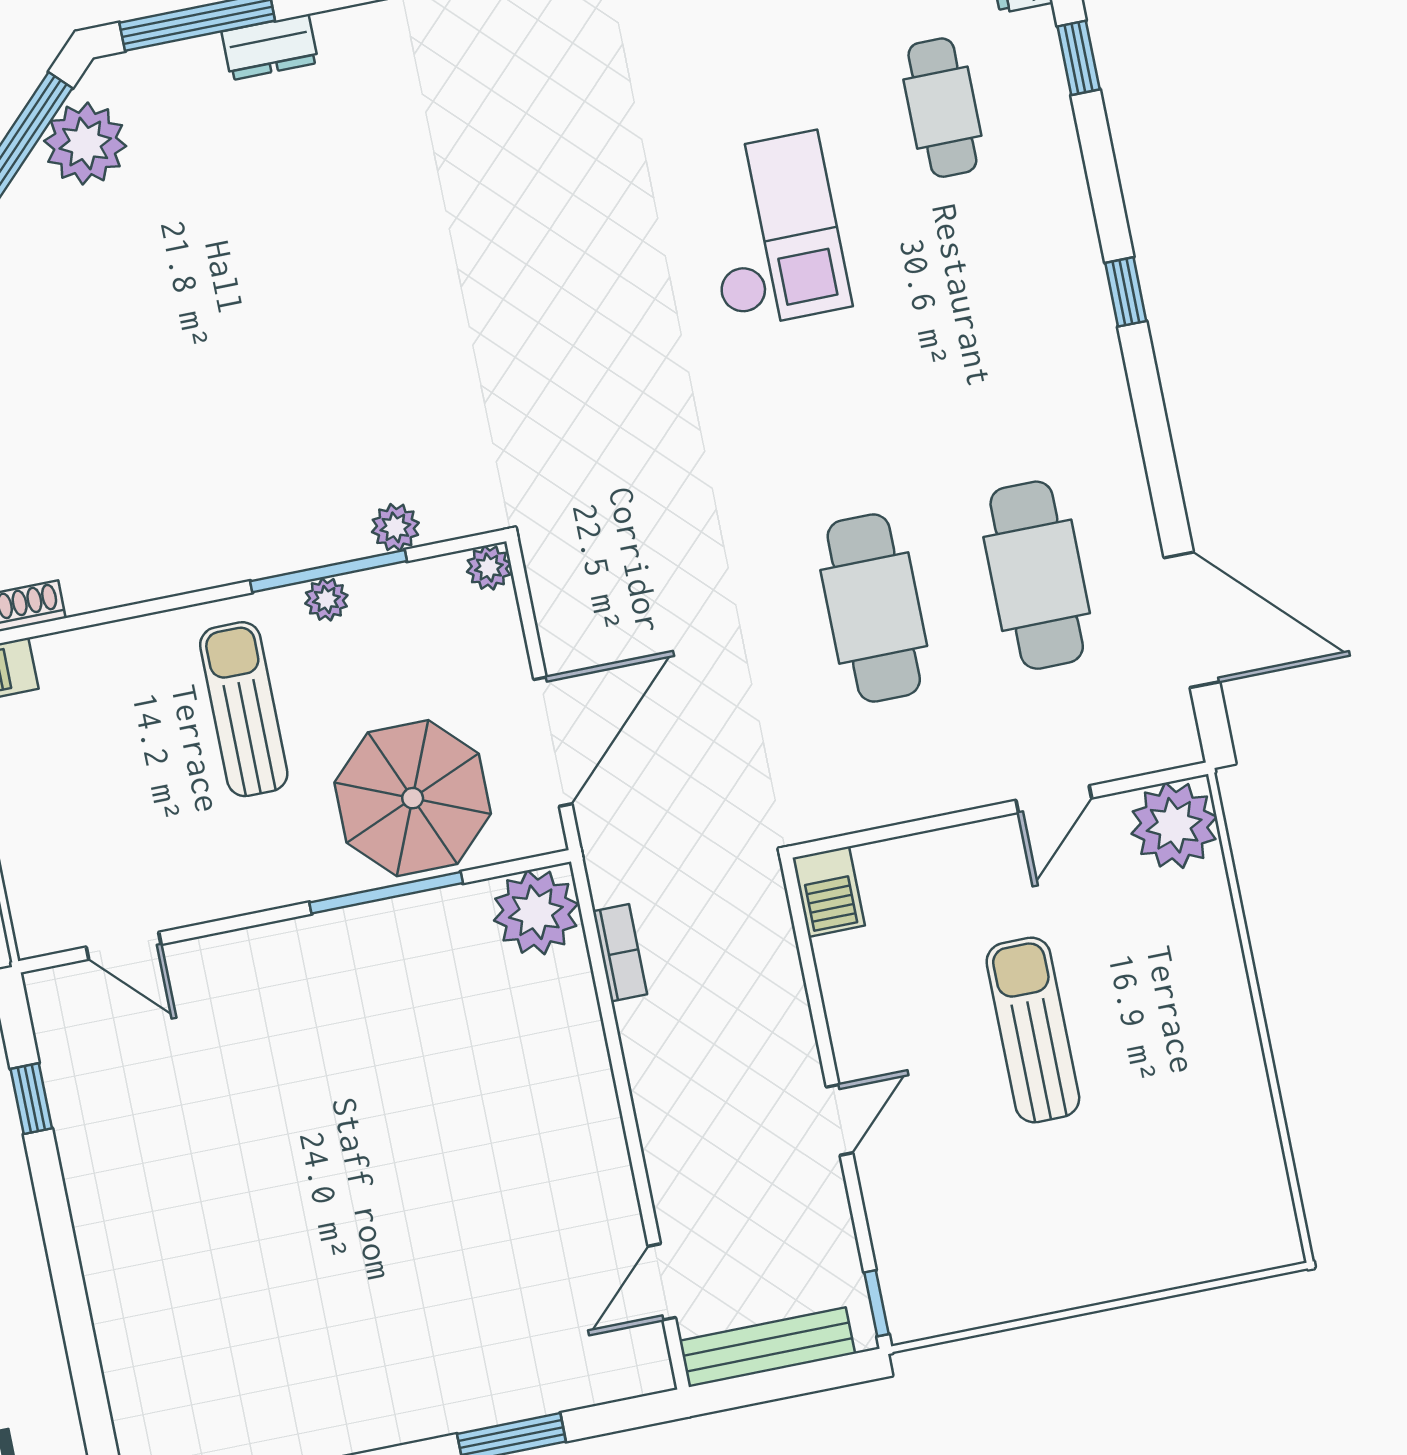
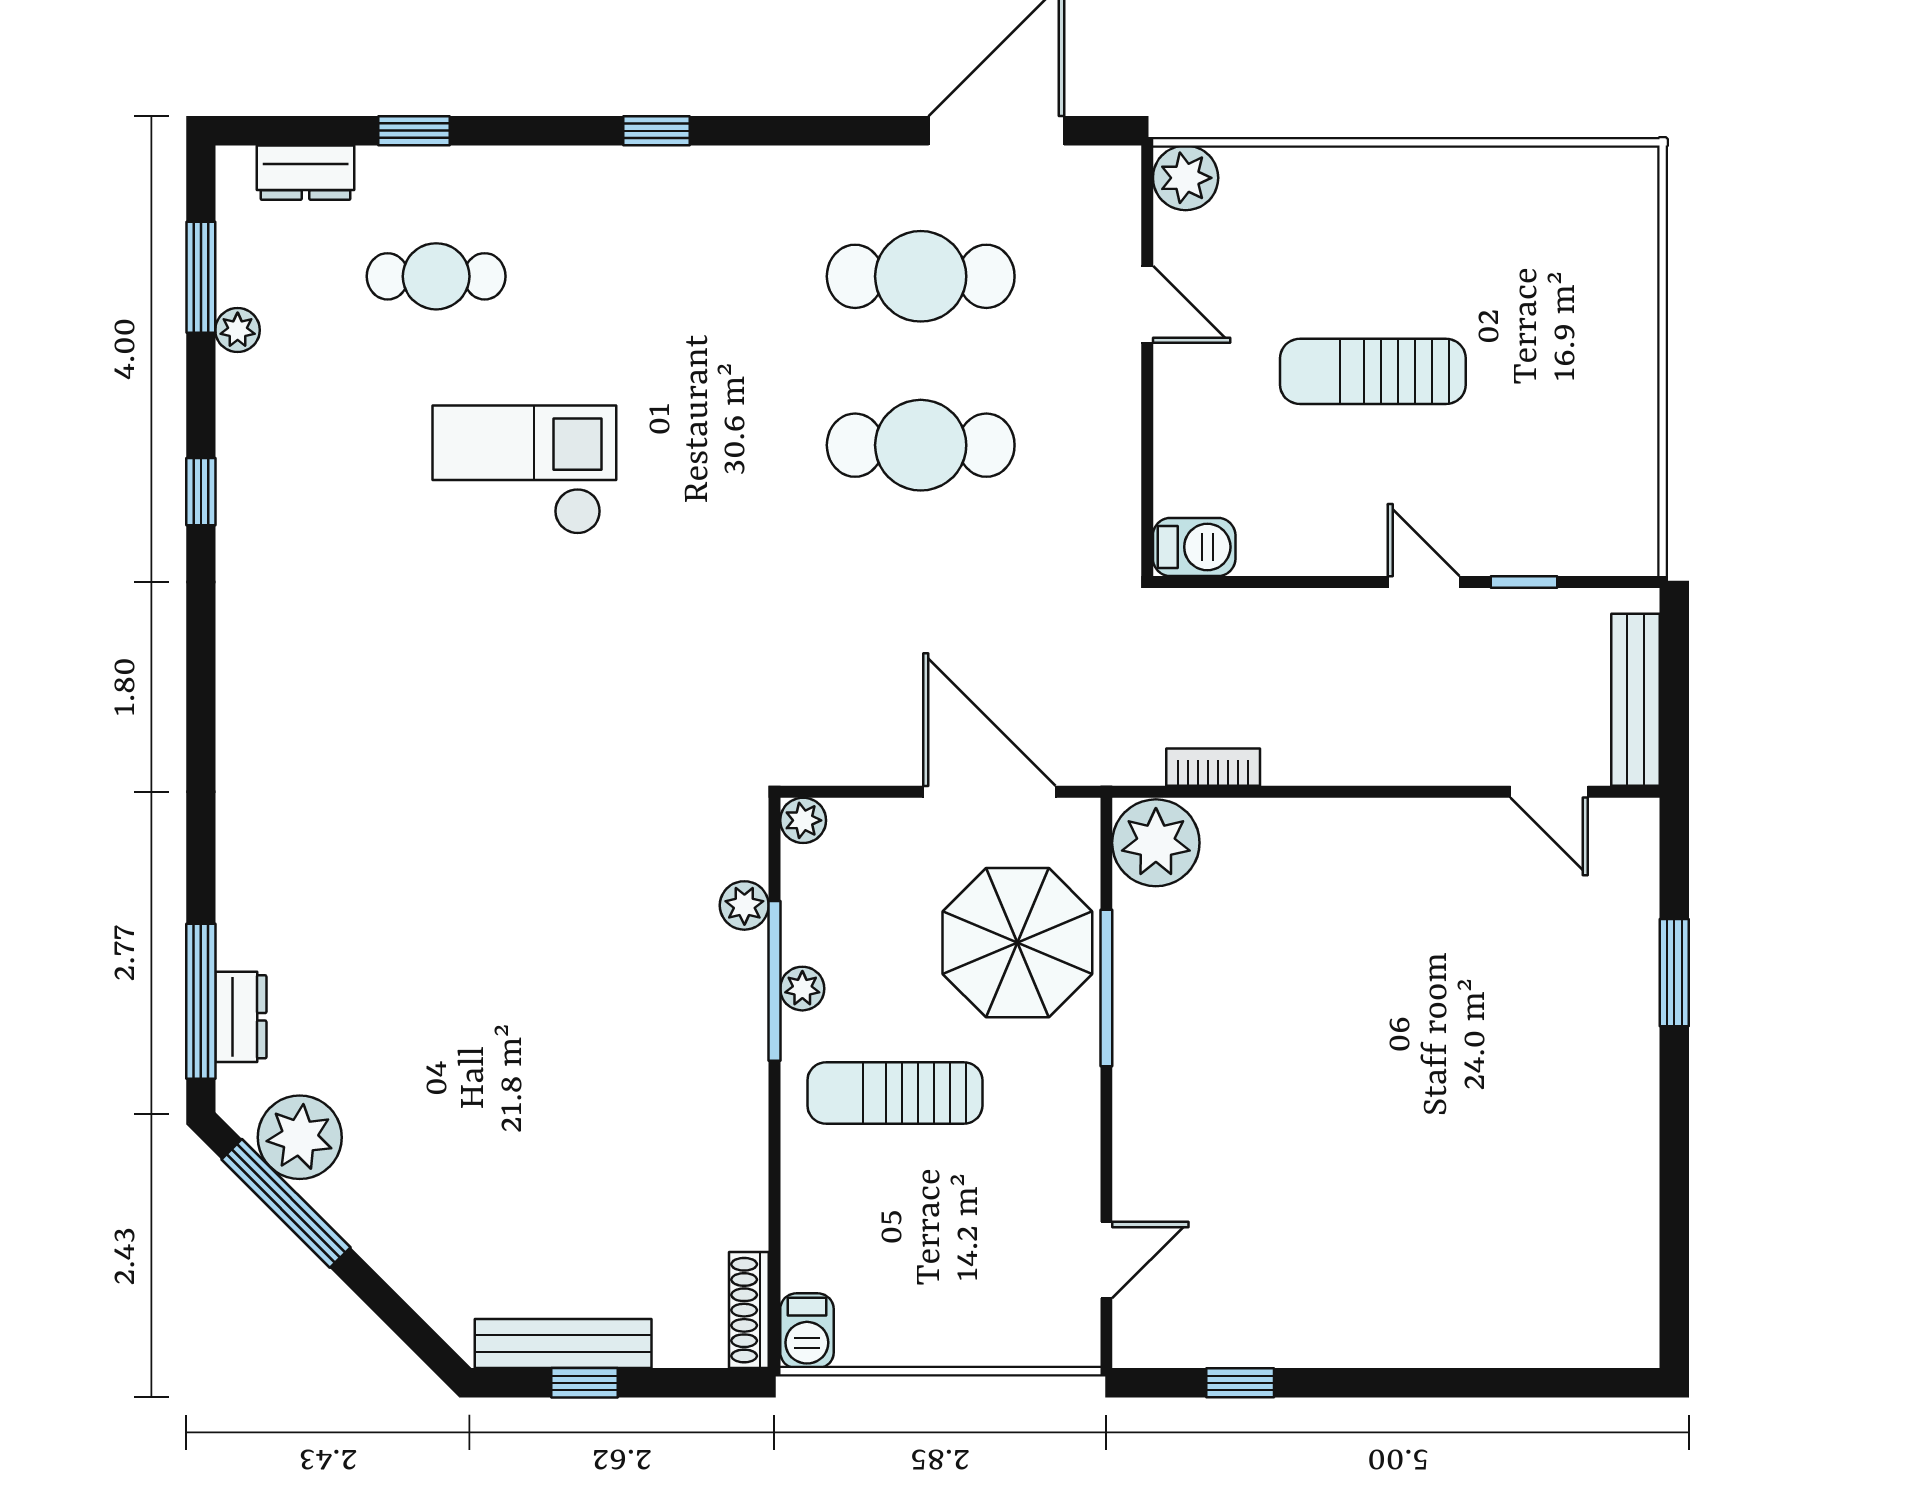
dresser: (270, 47) -> (241, 1017), moved
plant: (1174, 825) -> (1186, 178), width x0.73, depth x0.73
window: (876, 1303) -> (1524, 582), moved

